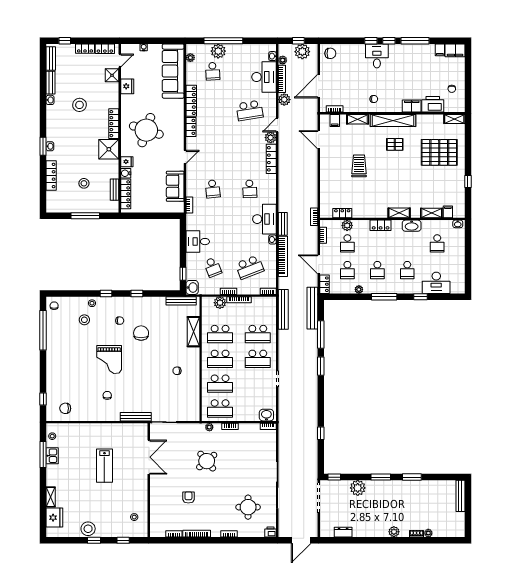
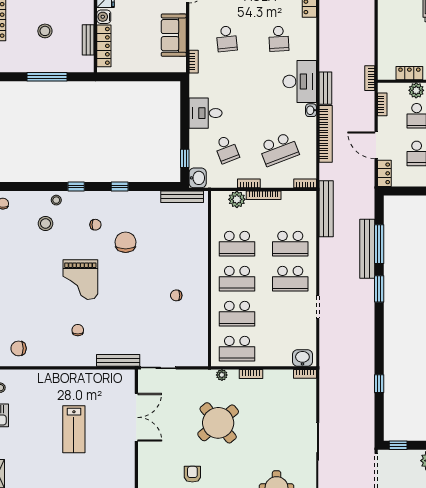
bench: (312, 308) -> (367, 249), moved
shelving: (193, 332) -> (199, 240), removed
round table: (207, 461) -> (218, 423), width x1.36, depth x1.36

